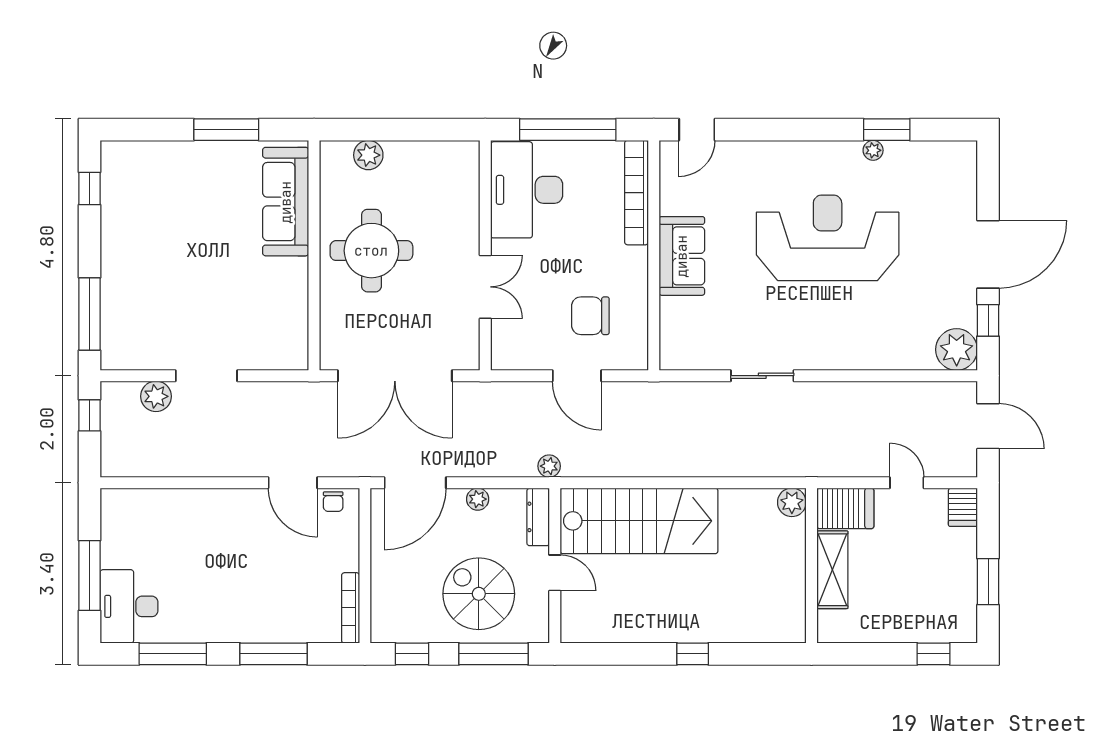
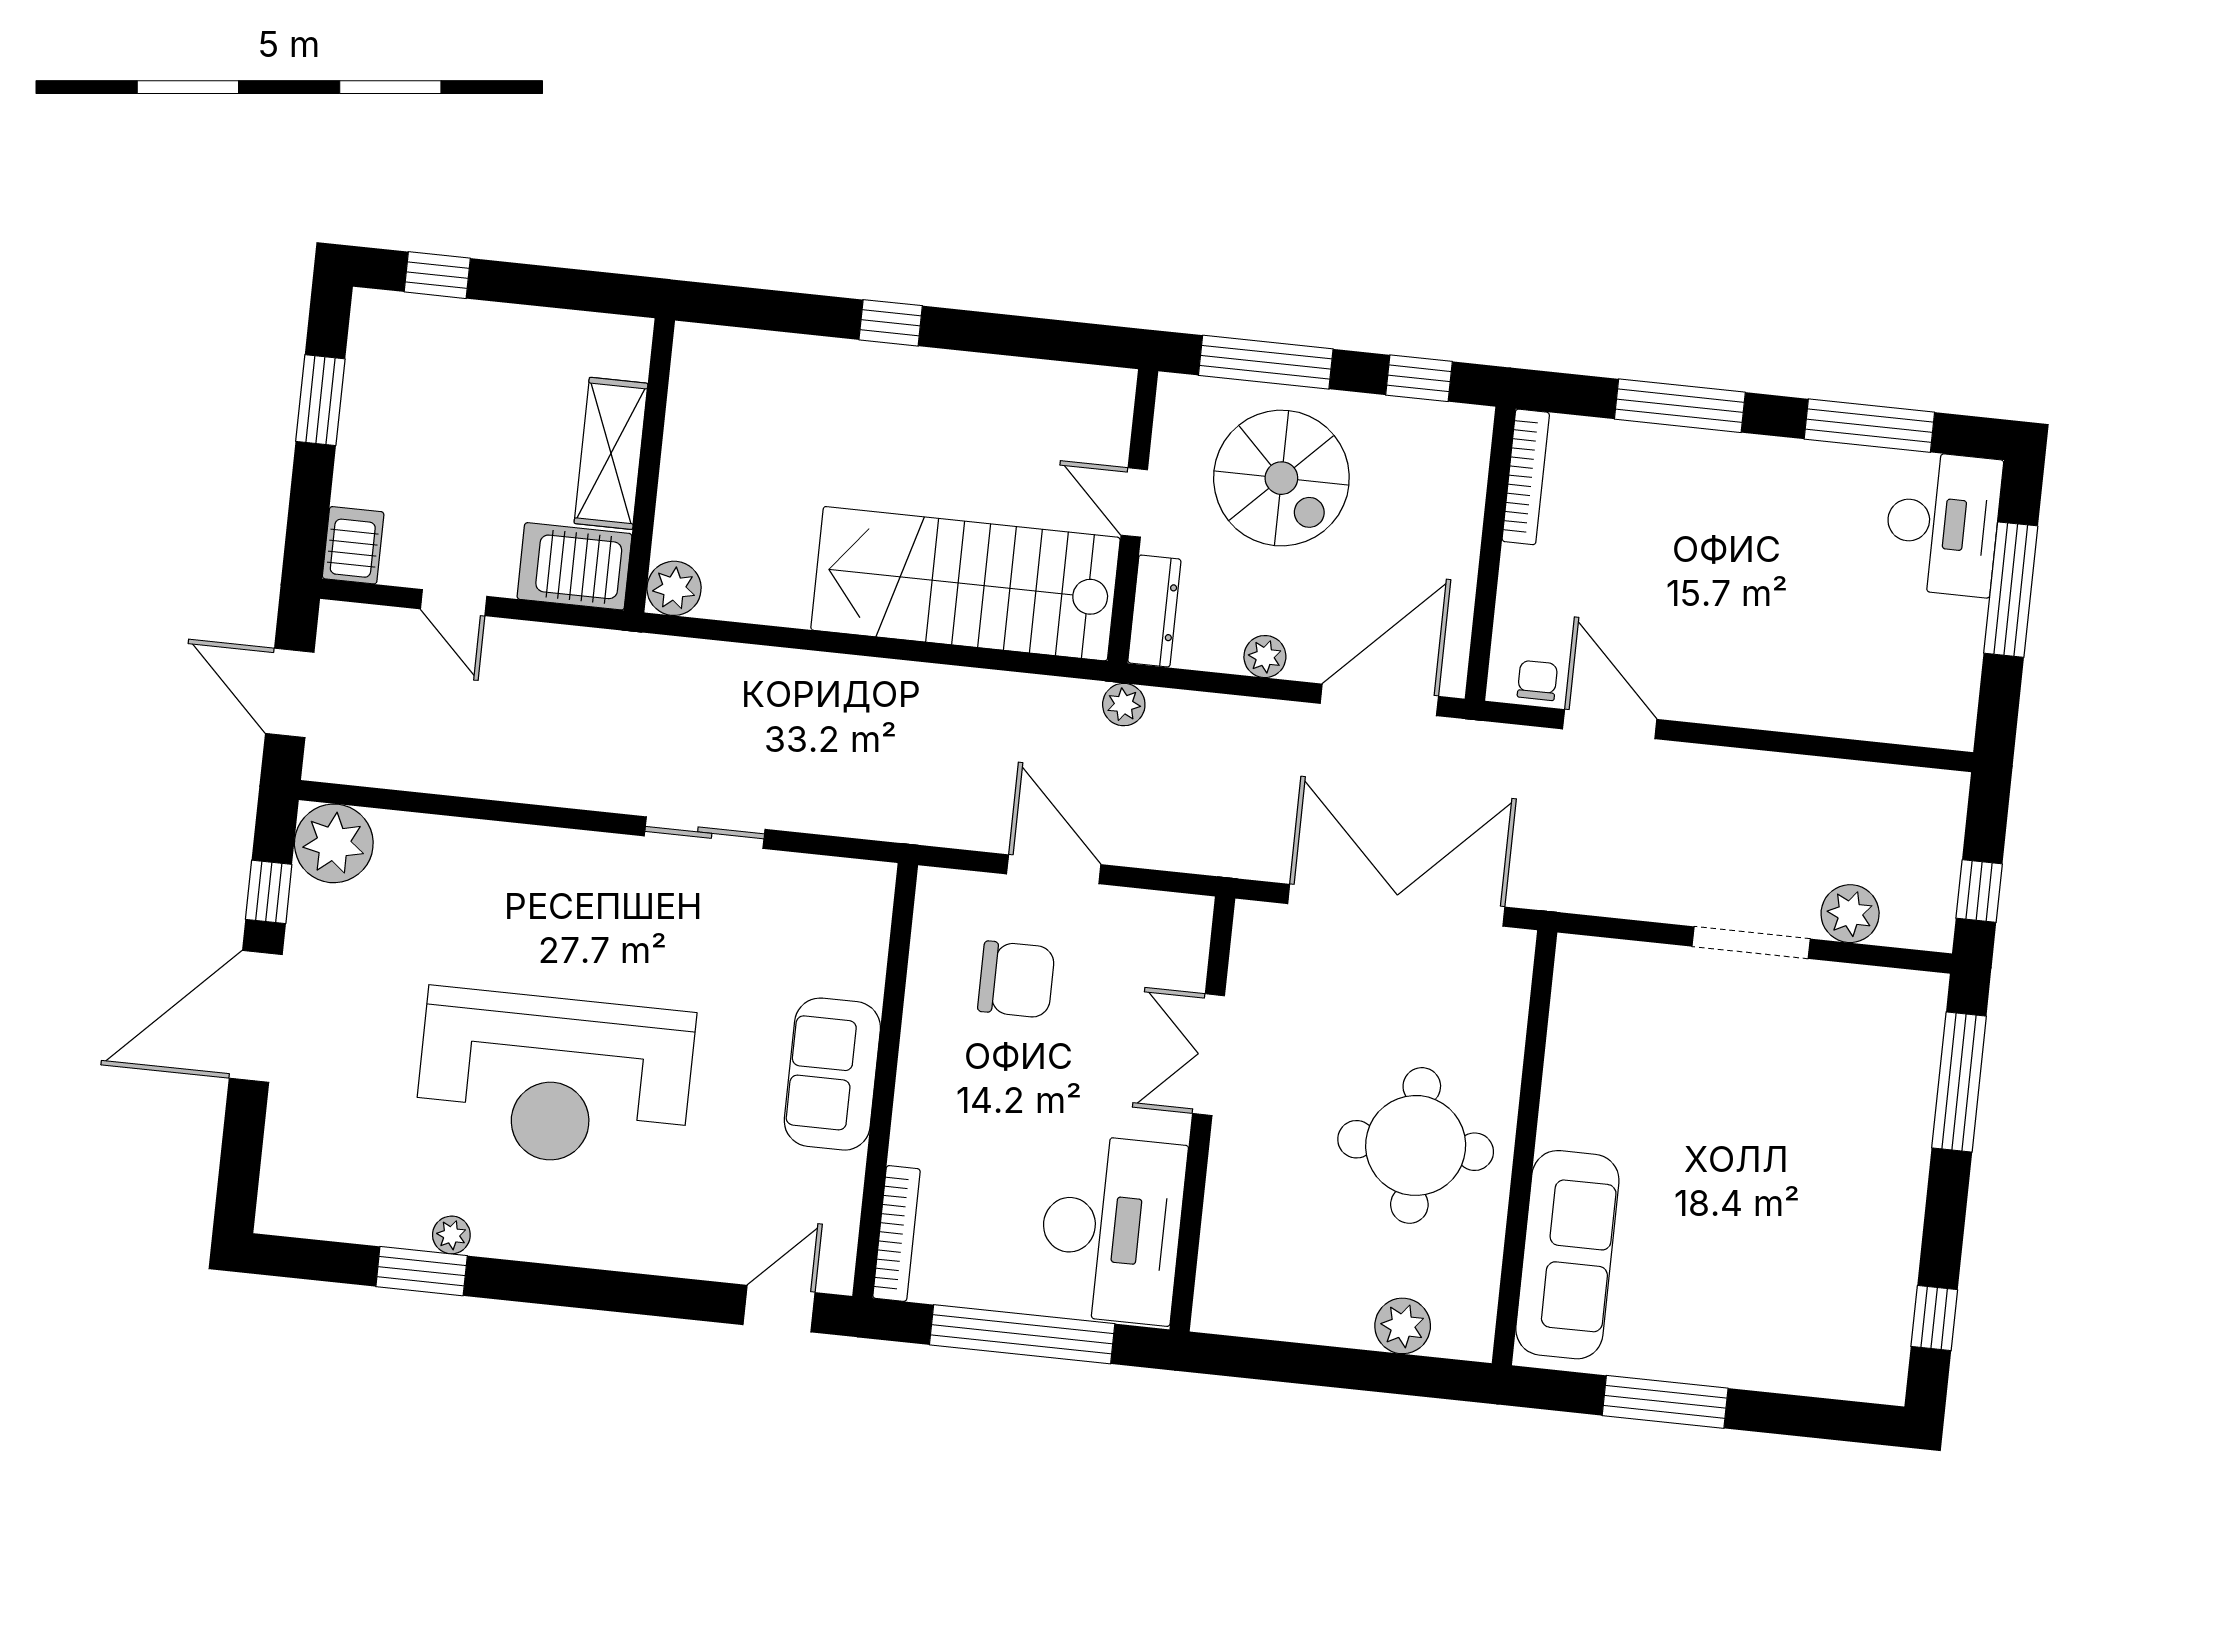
bookcase: (637, 193) -> (896, 1234), width x0.68, depth x0.76

